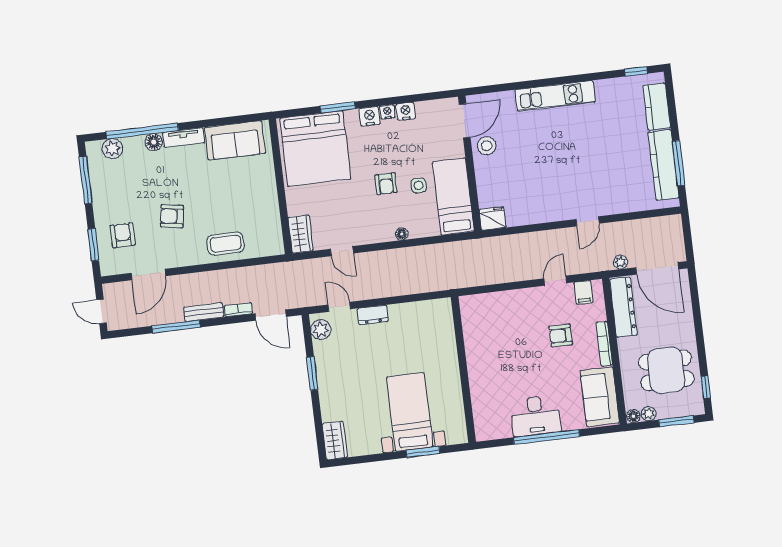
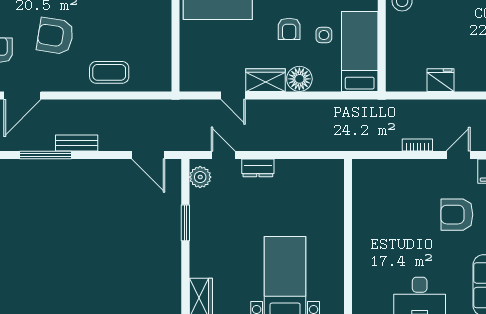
armchair: (172, 216) -> (55, 36), width x1.38, depth x1.38
fridge: (493, 218) -> (441, 80), moved
wardrobe: (300, 234) -> (266, 80), moved, turned -90
floor lamp: (402, 234) -> (299, 79), width x1.89, depth x1.89
bookcase: (238, 310) -> (417, 145), moved
armchair: (561, 336) -> (457, 215), width x1.38, depth x1.38

